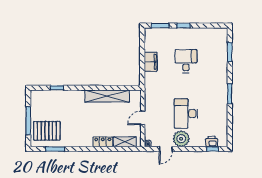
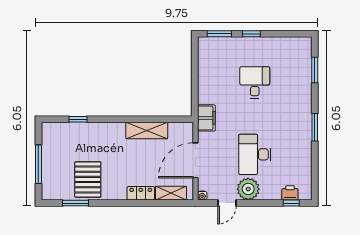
filing cabinet: (151, 62) -> (206, 118), moved
shelving: (107, 96) -> (147, 130), width x0.68
door: (143, 118) -> (195, 160), width x1.87
pallet: (47, 131) -> (88, 179), moved, turned 90

